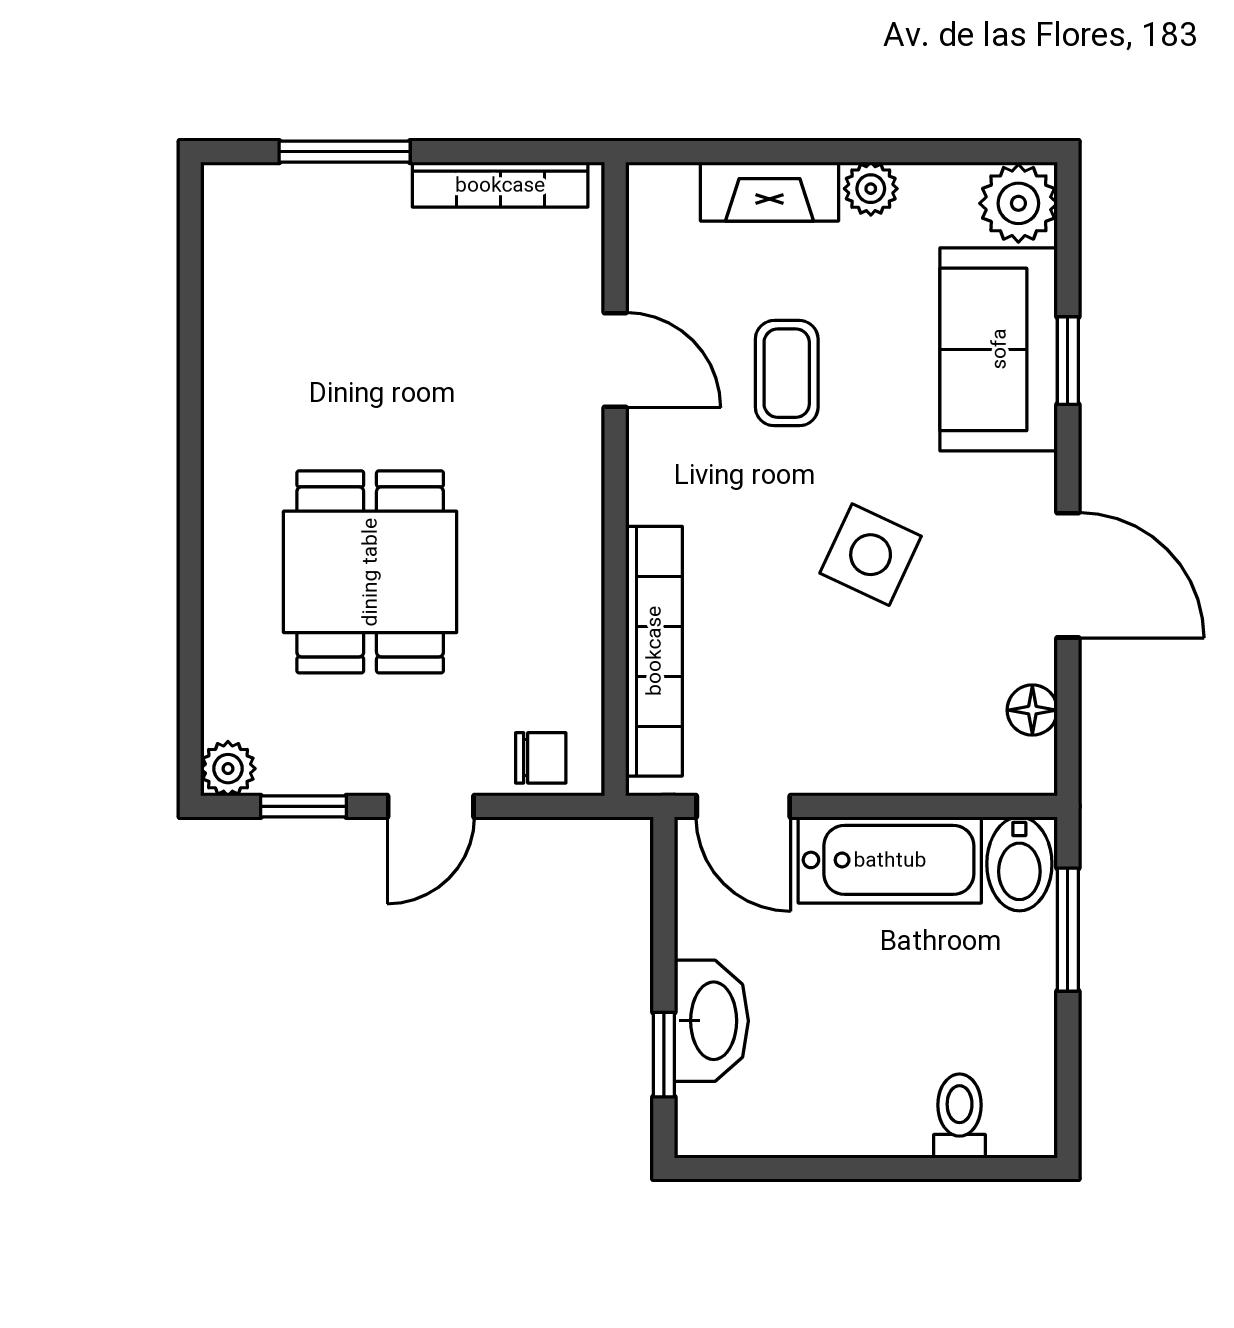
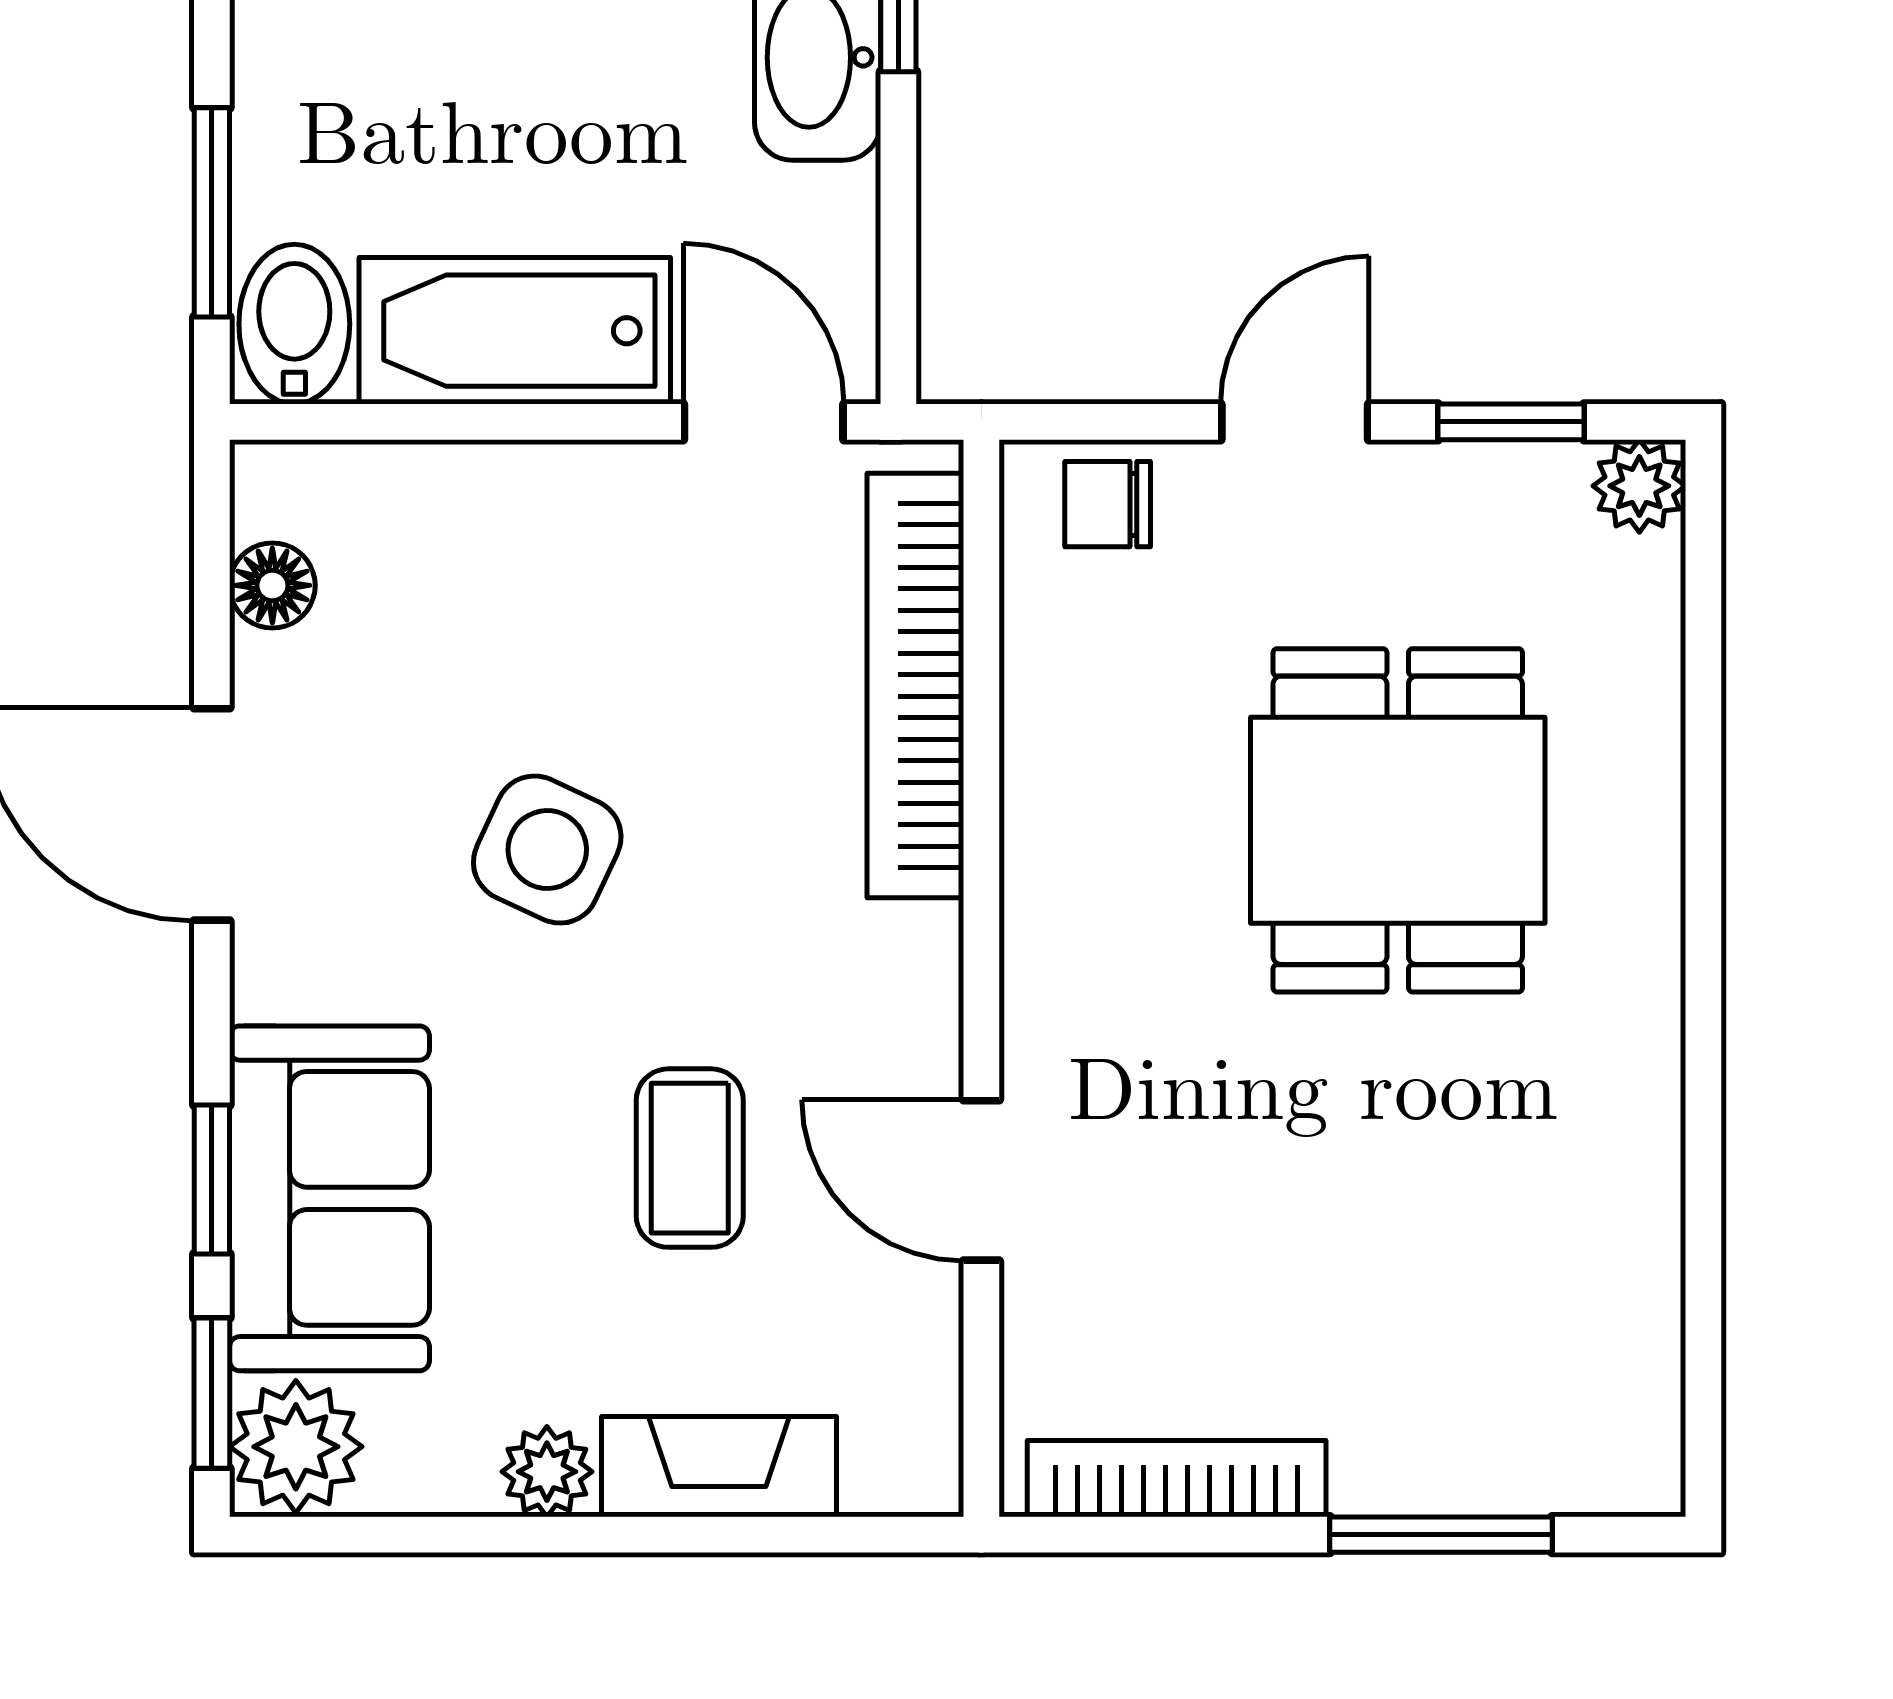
window: (1068, 235) -> (212, 1393), added

